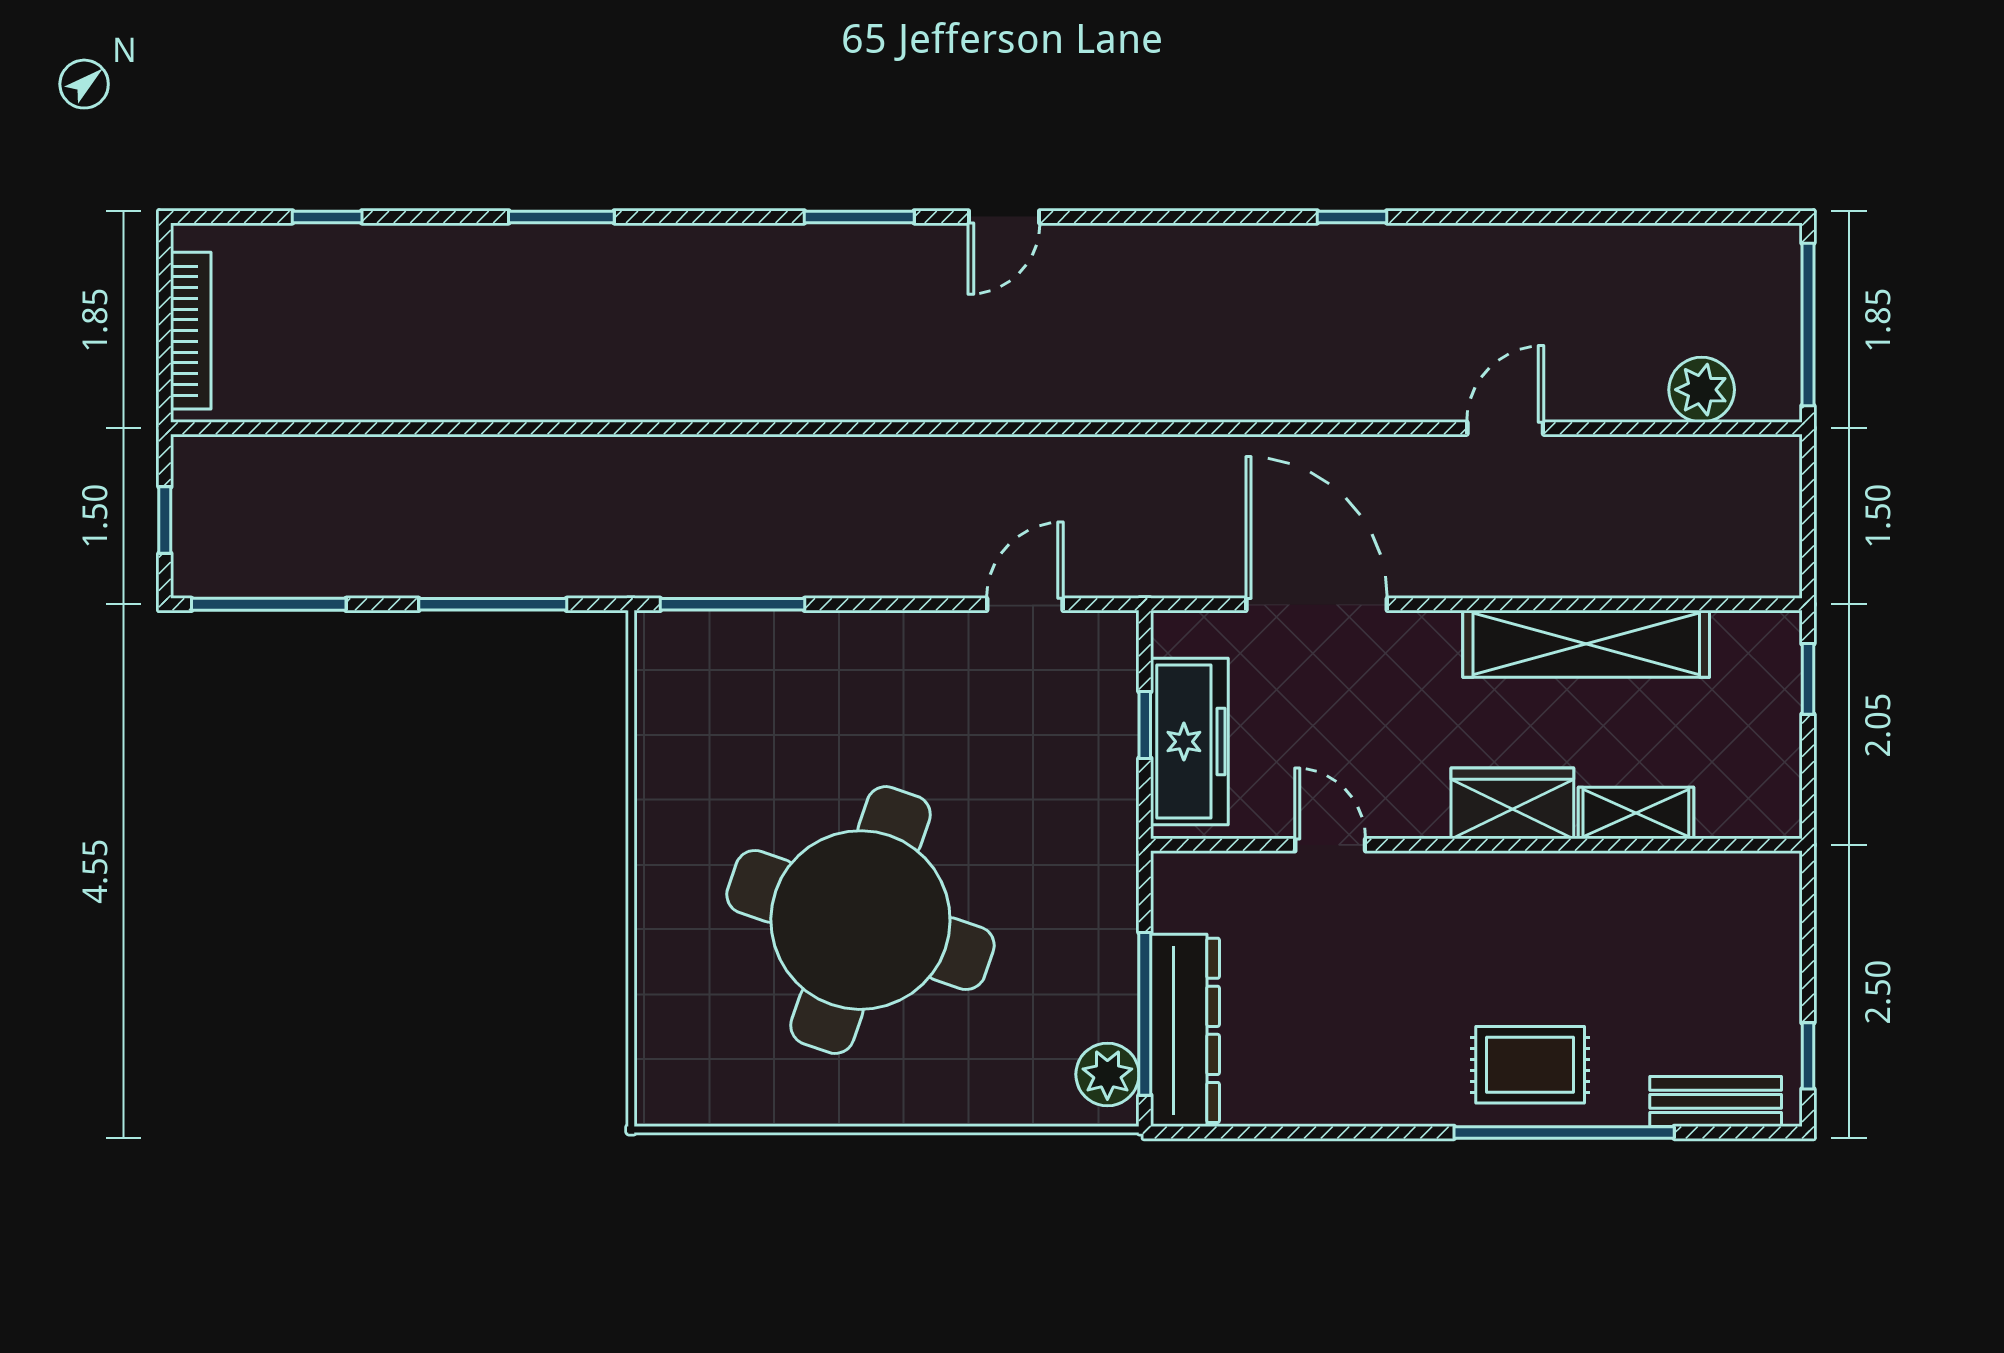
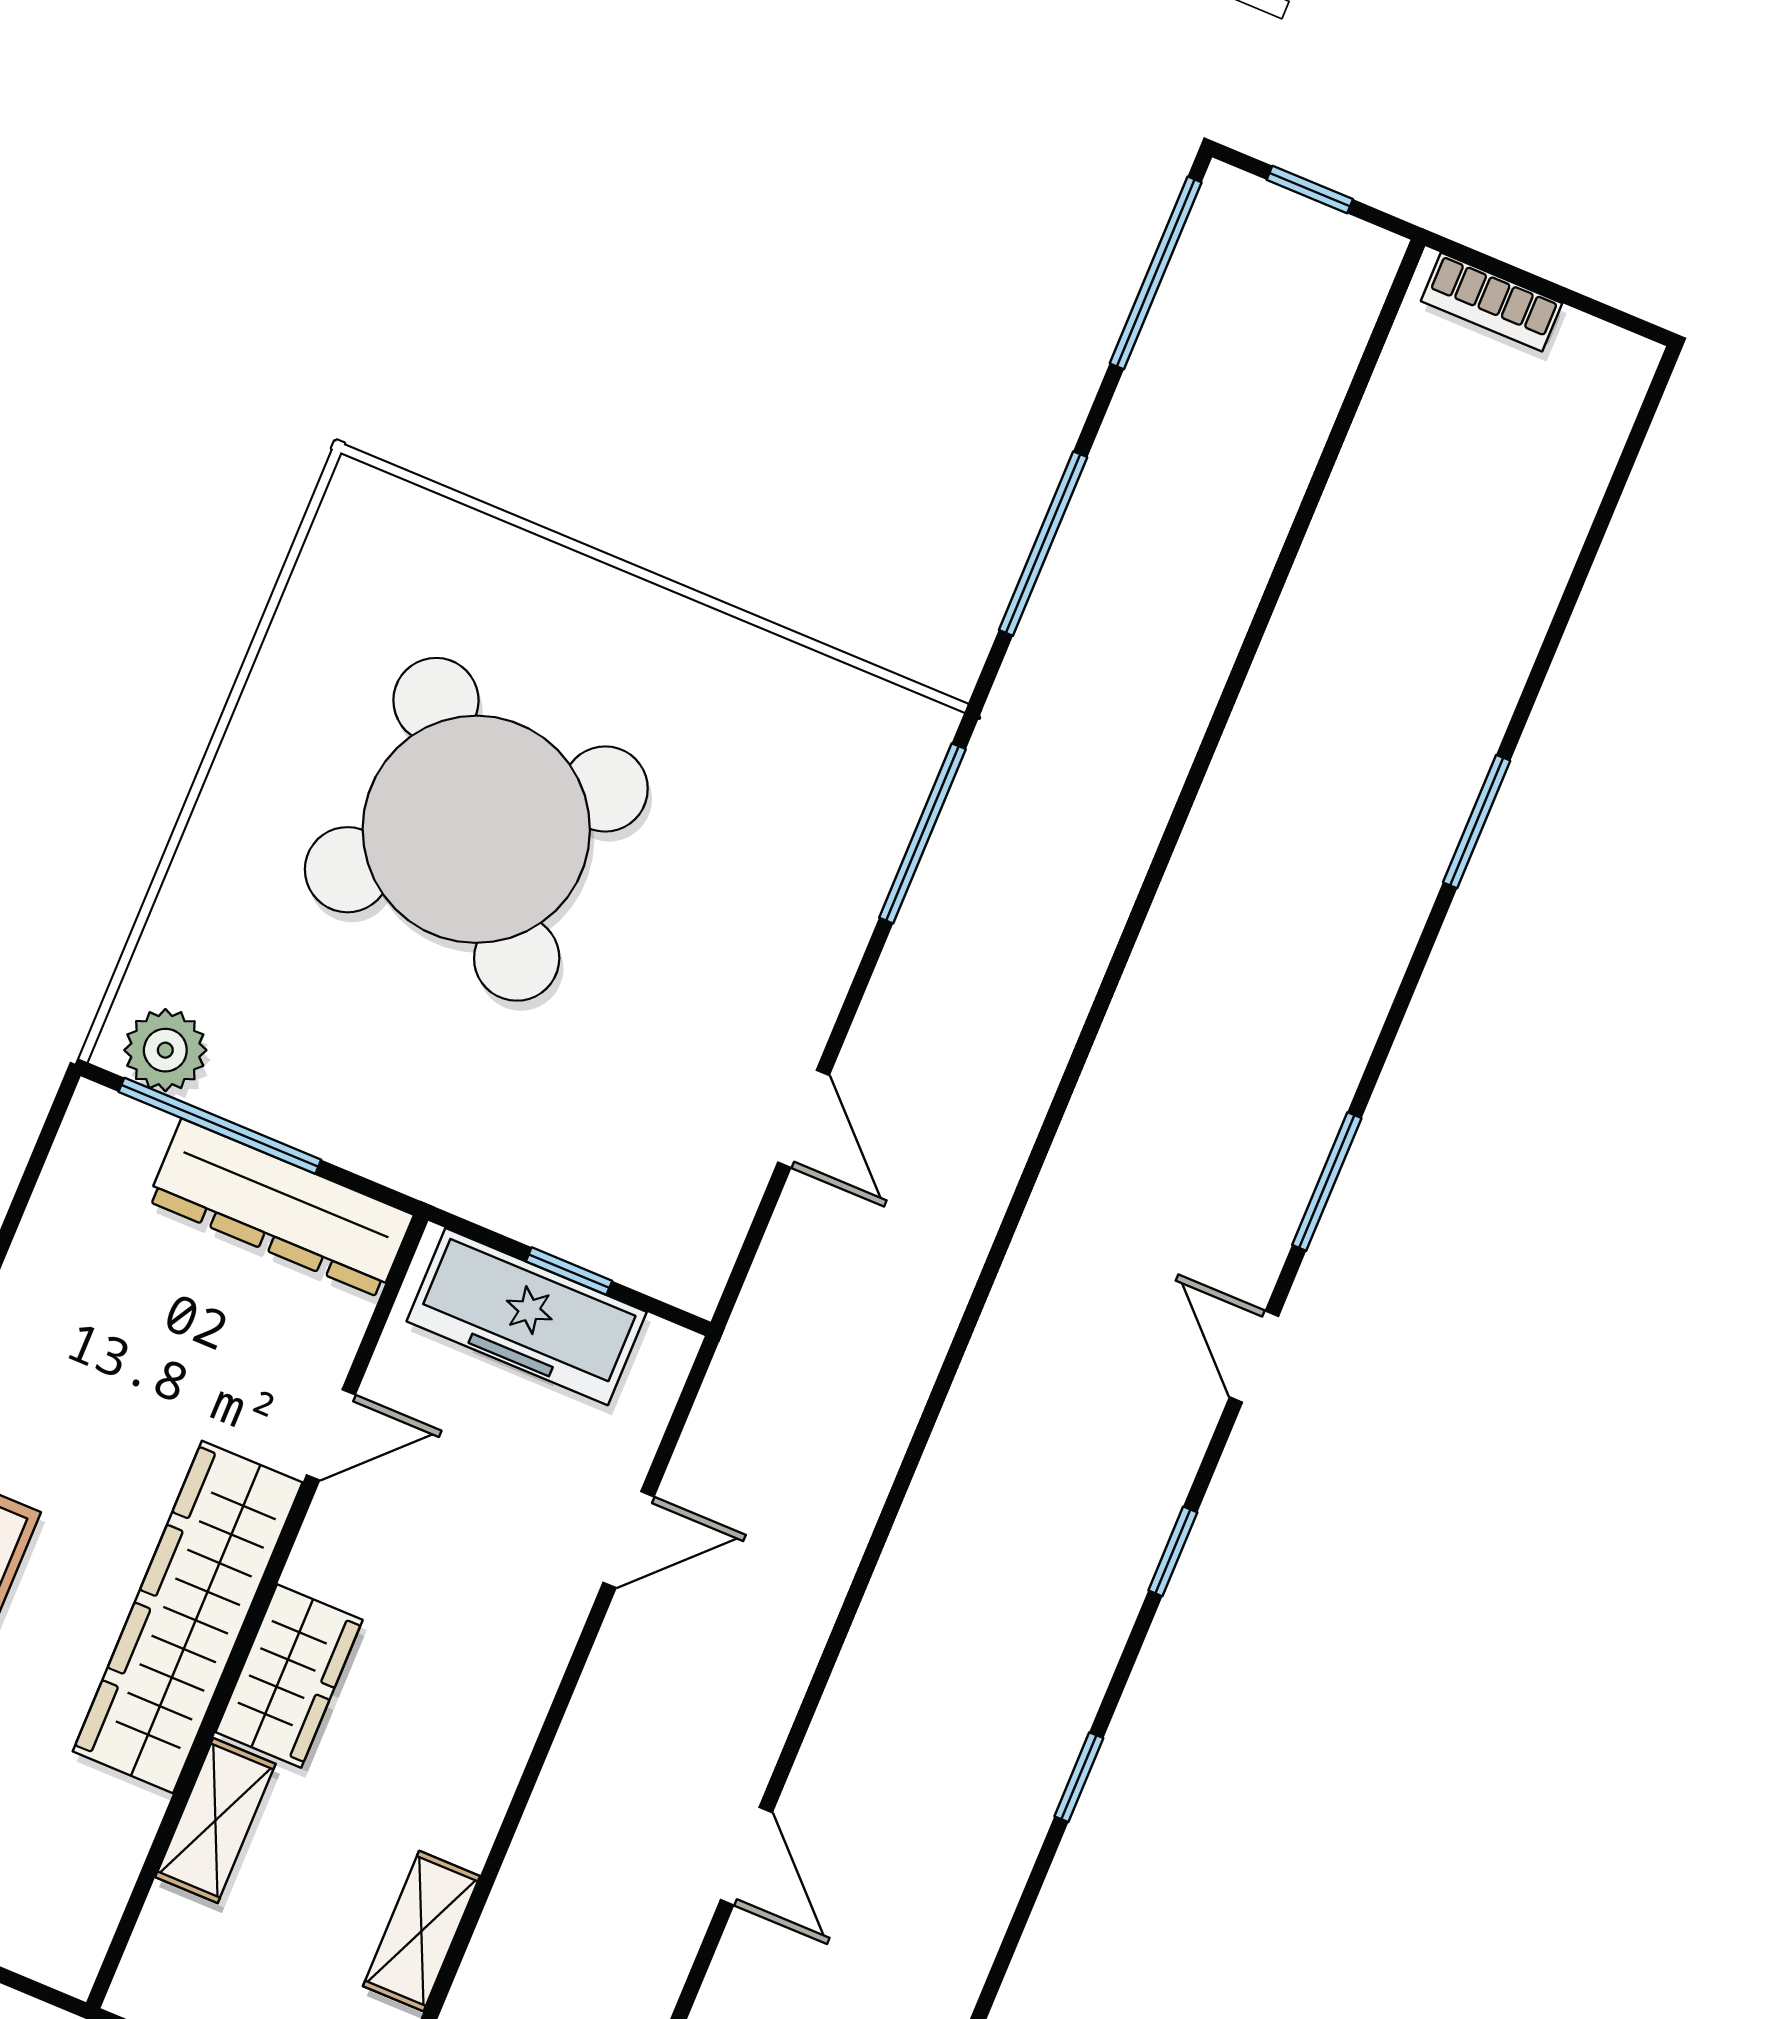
window: (327, 217) -> (1173, 1551), moved
bookcase: (191, 331) -> (1492, 302), width x0.64
door: (1025, 604) -> (804, 1119), moved
door: (1317, 604) -> (628, 1540), width x0.53
shelving: (1586, 644) -> (421, 1931), width x0.45, depth x0.75
wardrobe: (1501, 892) -> (188, 1617), added
round table: (860, 920) -> (476, 829), turned 31
dresser: (1185, 1030) -> (281, 1208), moved

